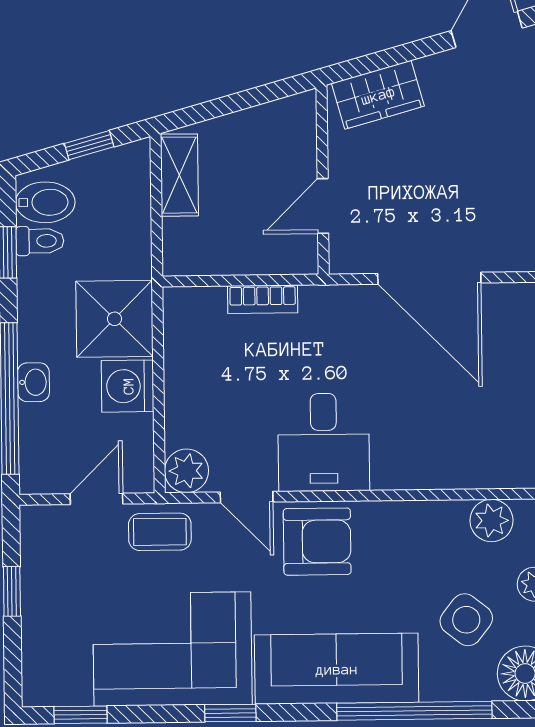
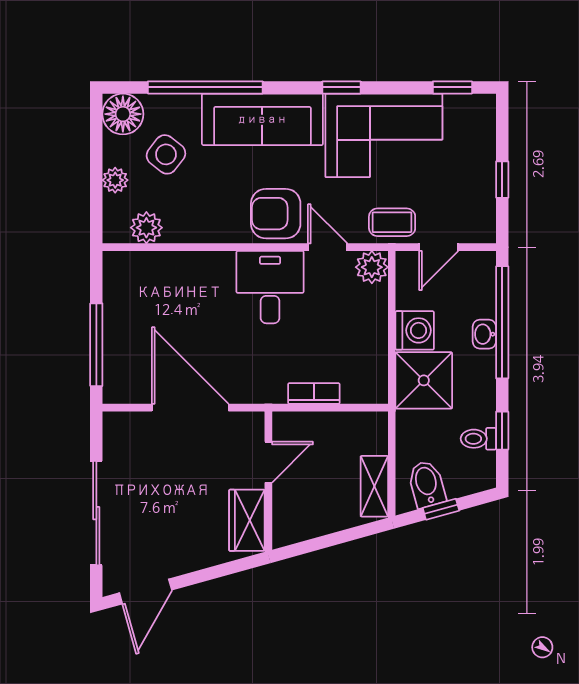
wardrobe: (378, 95) -> (247, 520), moved, turned -74
bidet: (45, 202) -> (427, 484), moved, turned 74

